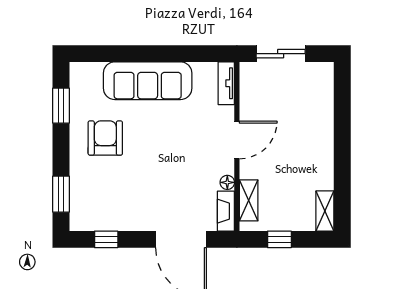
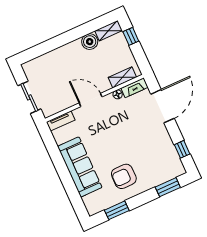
boiler: (321, 177) -> (90, 42), added
window: (279, 239) -> (131, 36), moved

